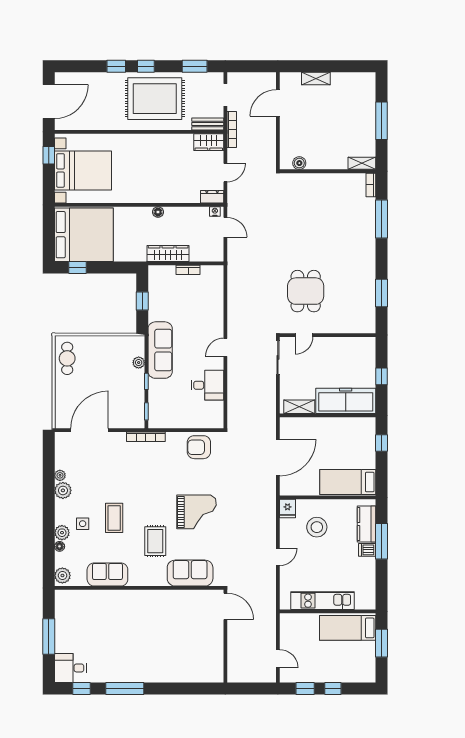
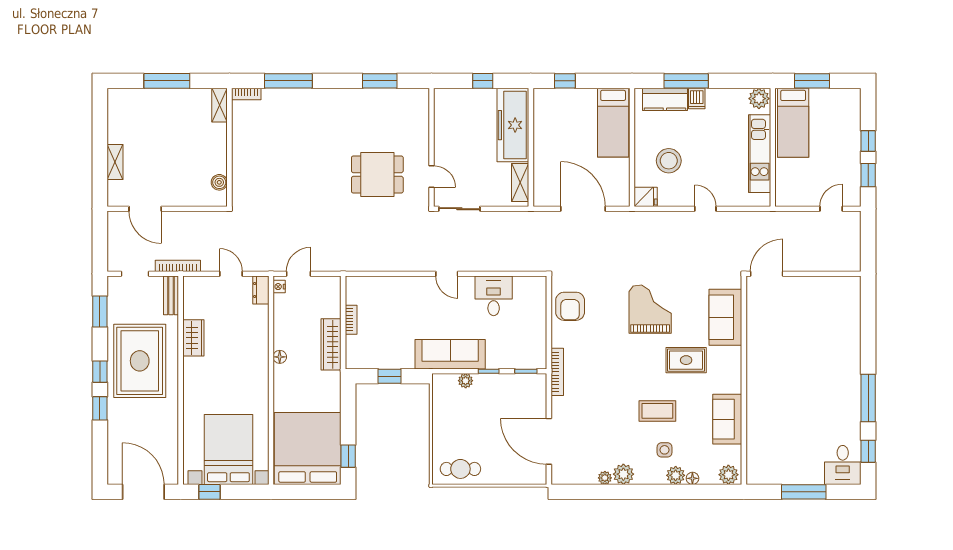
wardrobe: (209, 142) -> (193, 338), moved
plant: (367, 600) -> (759, 99), added

